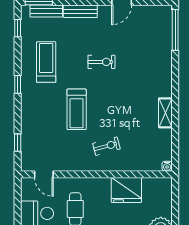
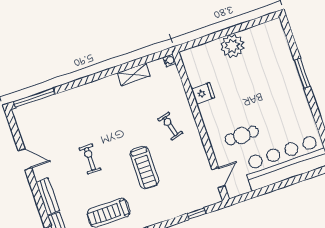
treadmill: (77, 109) -> (144, 167), turned 90
shelving: (165, 113) -> (134, 74), moved
fridge: (126, 190) -> (203, 93), width x0.53, depth x0.75

